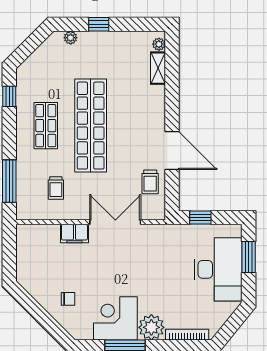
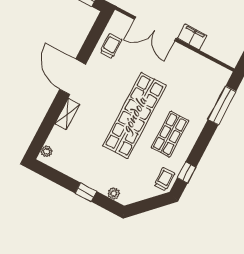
shelving: (158, 68) -> (67, 114), moved
door: (172, 151) -> (73, 77), moved
trolley: (56, 188) -> (164, 179), moved

